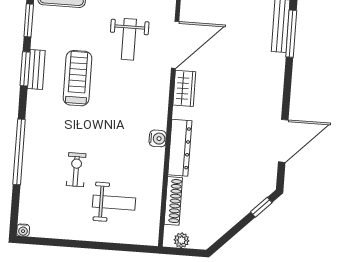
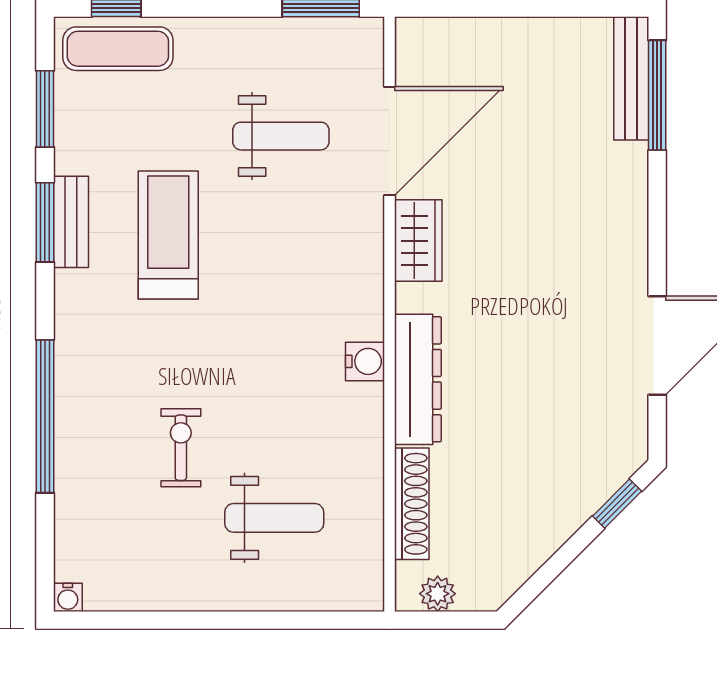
weight bench: (129, 39) -> (281, 136), turned -90

